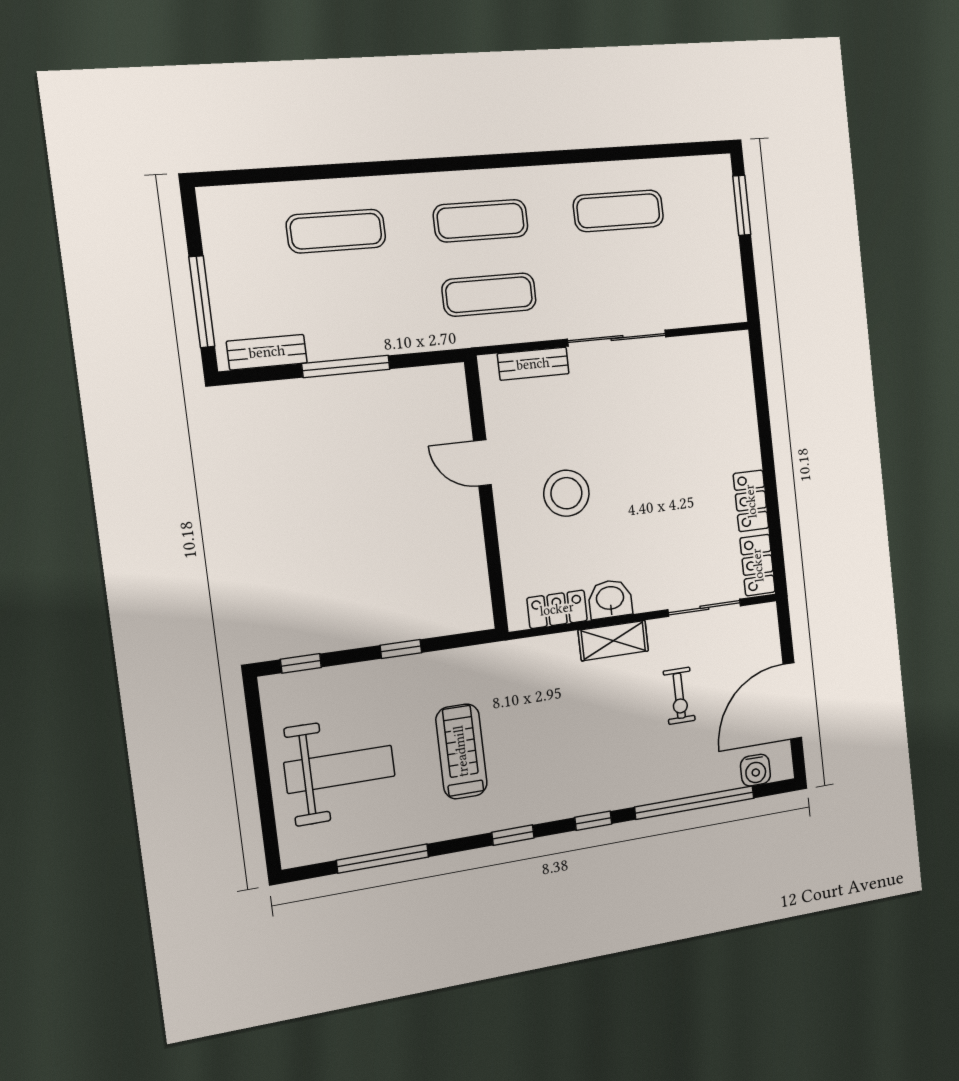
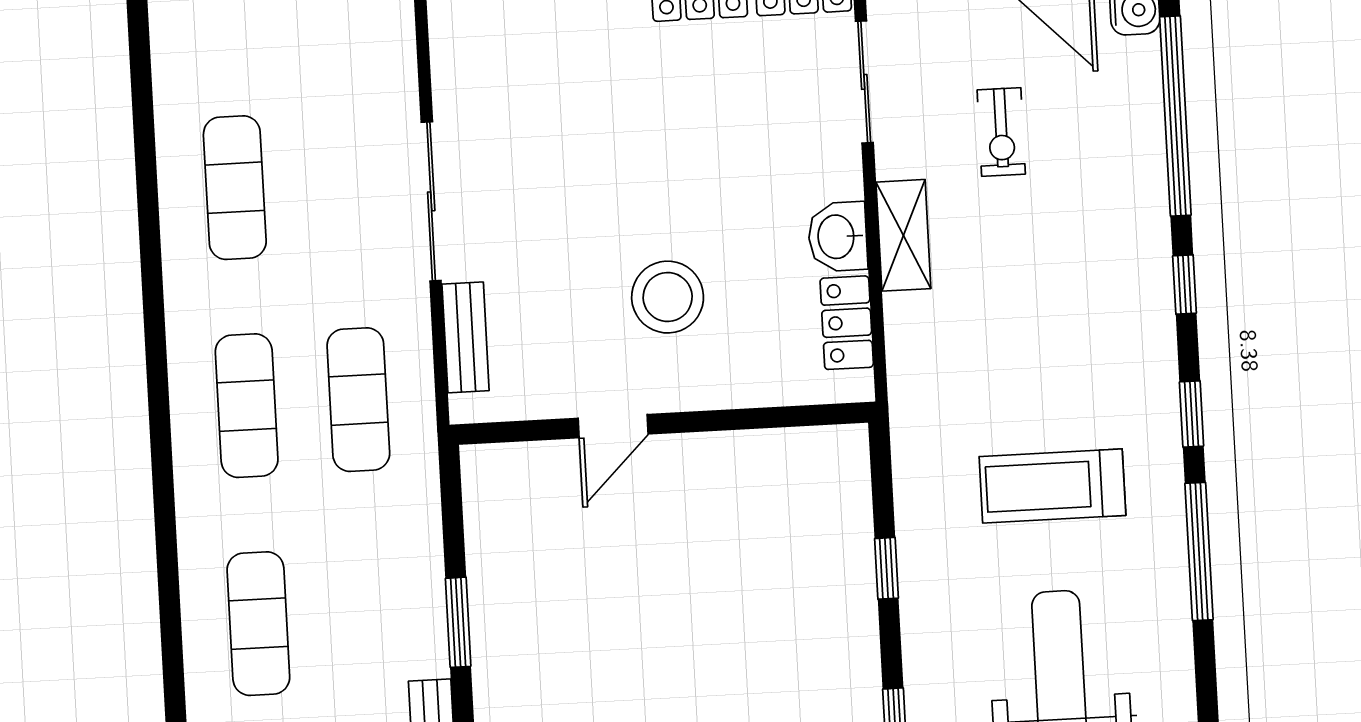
window: (346, 366) -> (458, 622), width x0.69
exercise bike: (679, 696) -> (1001, 132), turned 90
window: (383, 859) -> (1199, 552), moved

